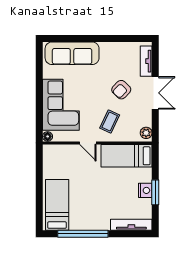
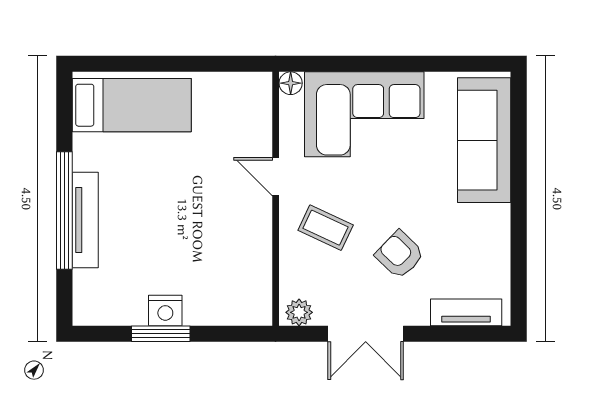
double door: (155, 93) -> (366, 334), moved
door: (88, 143) -> (276, 177), hinge flipped
bed: (126, 156) -> (246, 267), removed
tv unit: (131, 225) -> (85, 220), moved
window: (83, 234) -> (64, 210), moved

